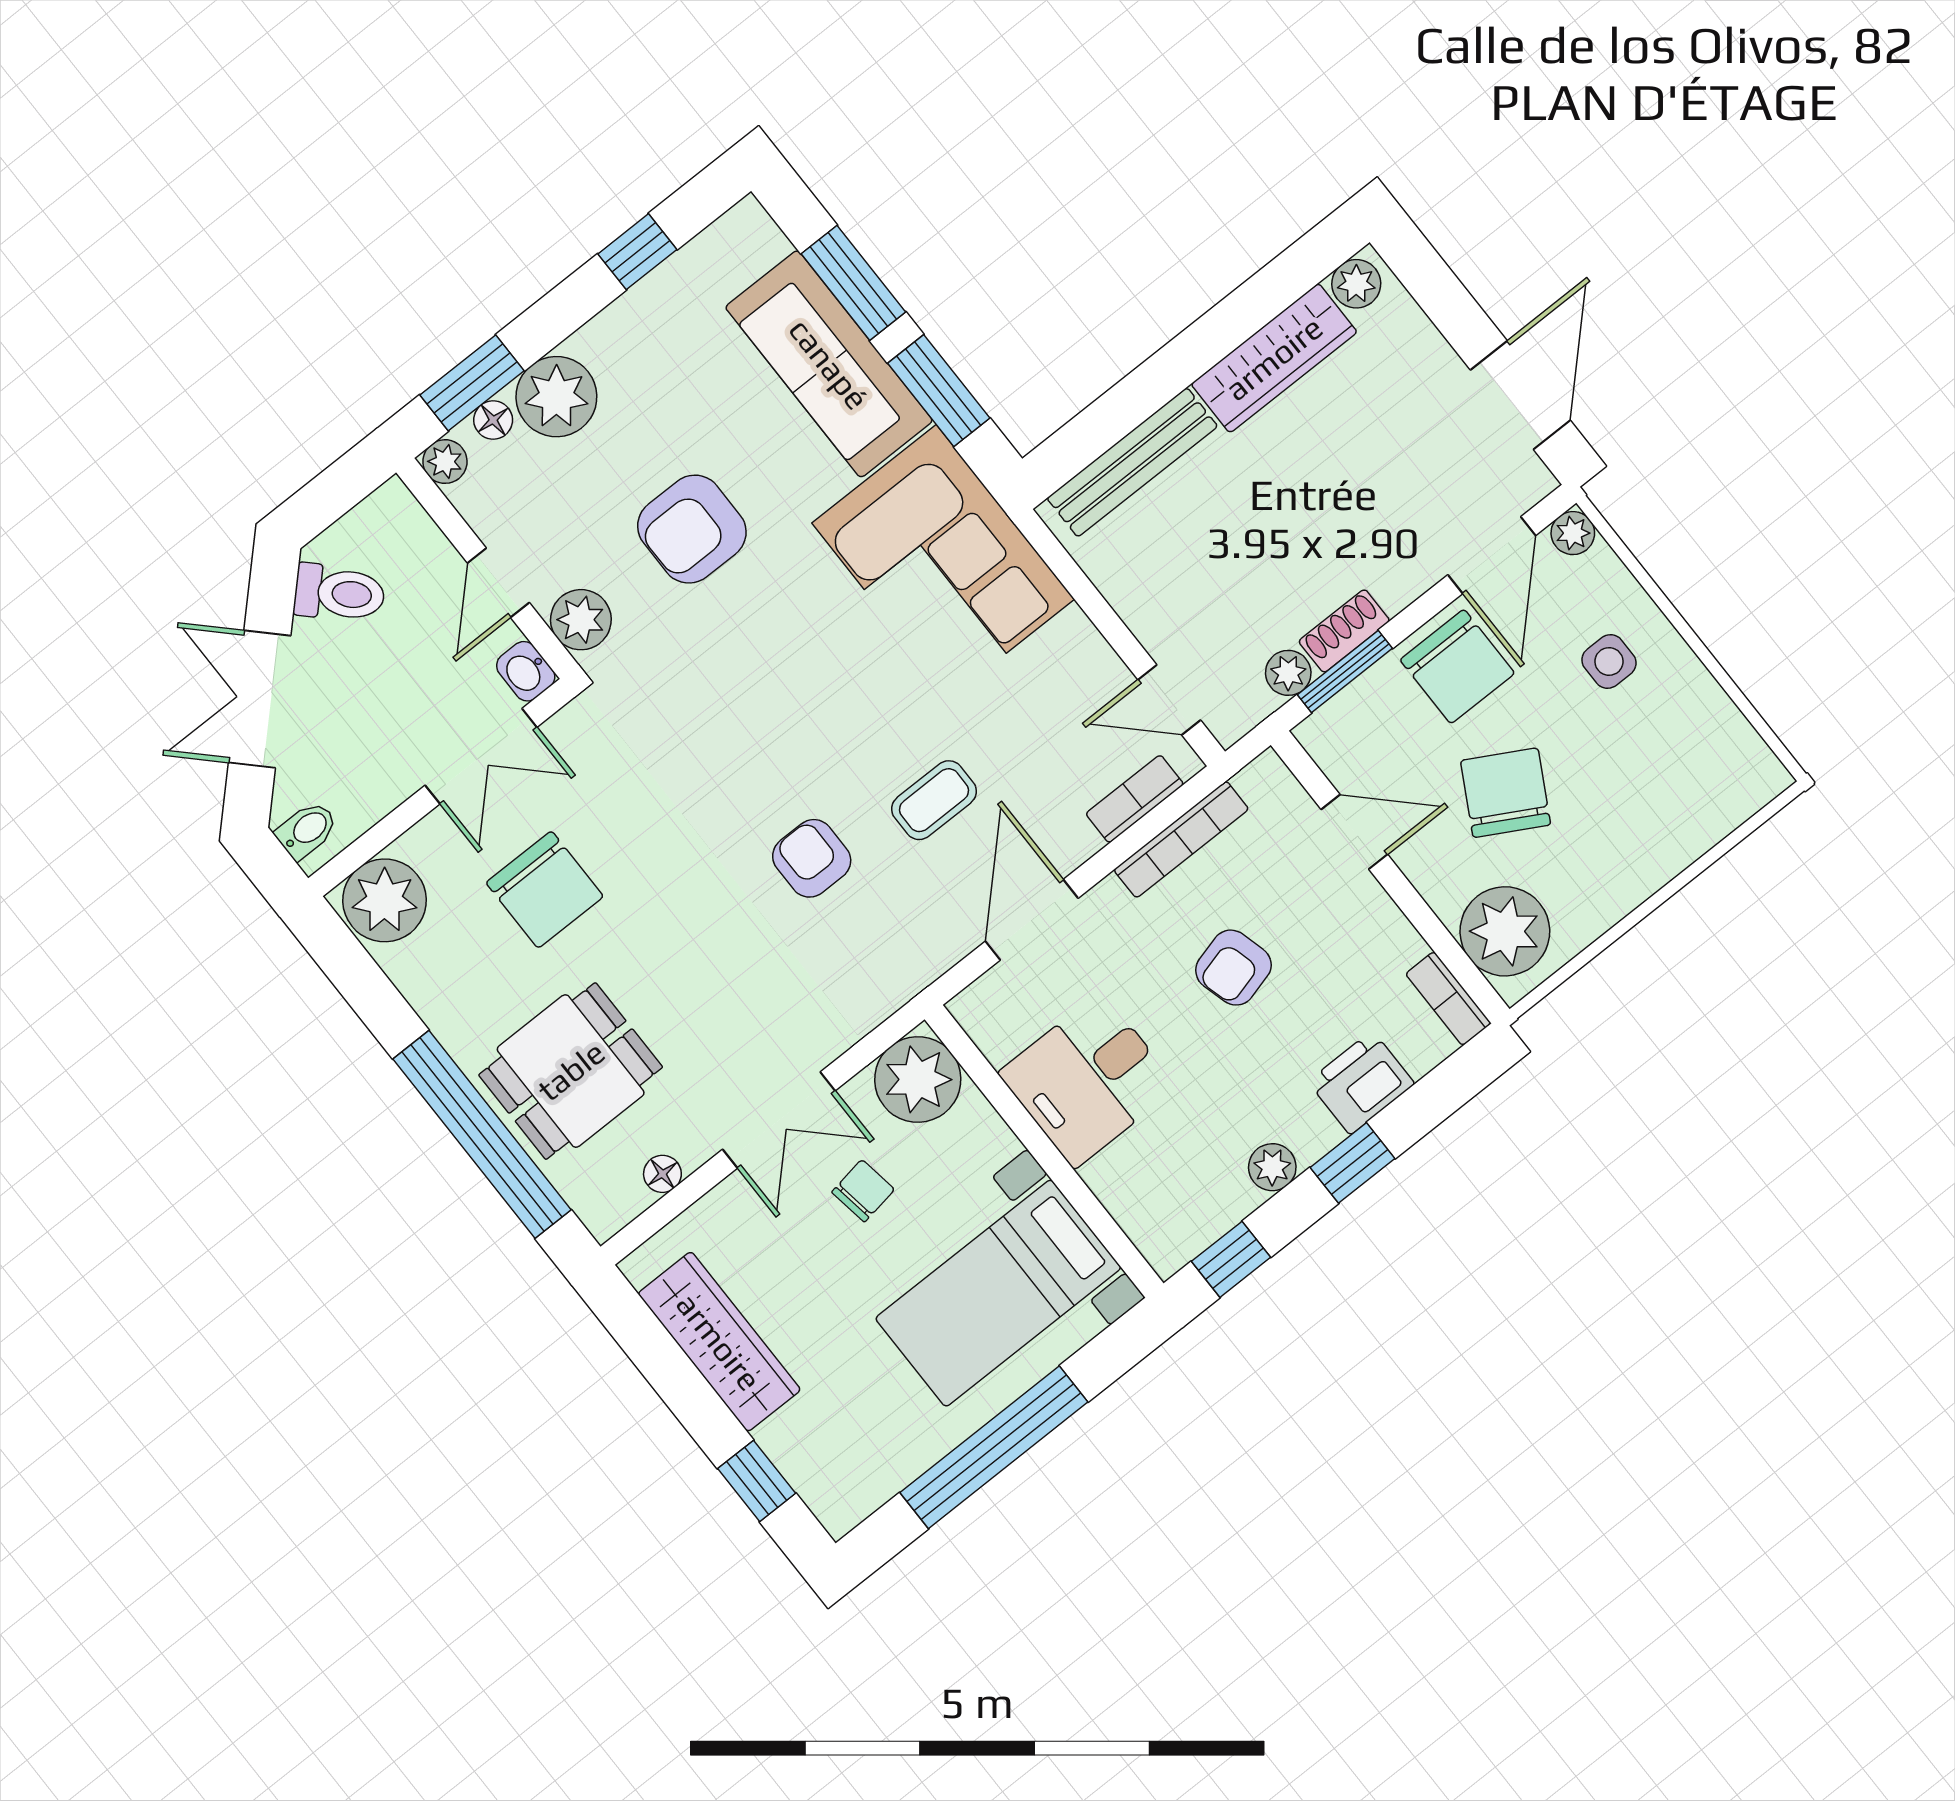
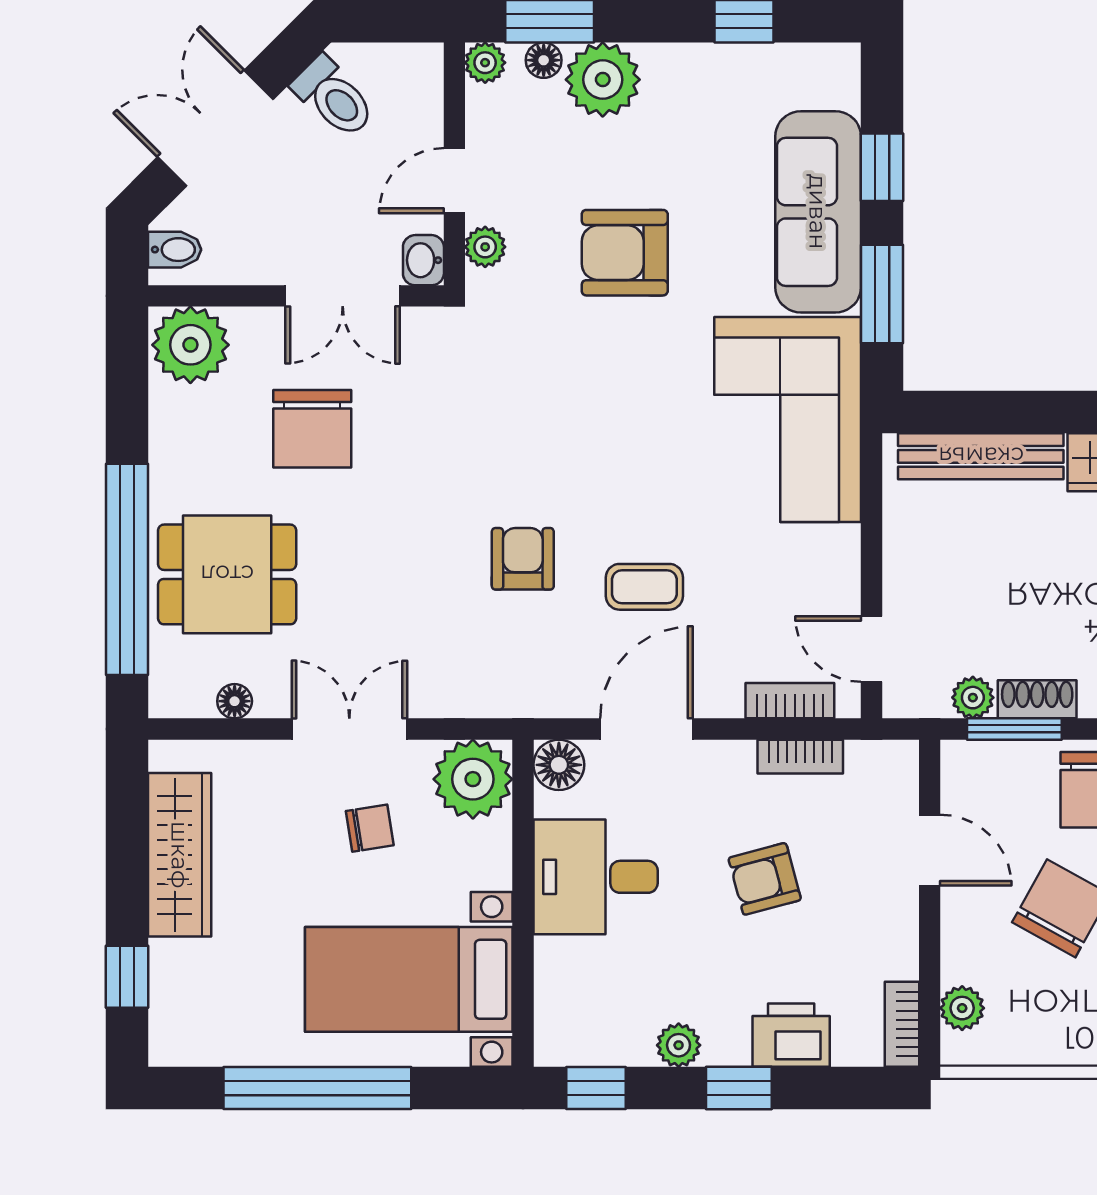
window: (853, 283) -> (882, 167), width x0.67
plant: (581, 620) -> (485, 247), width x0.73, depth x0.73
bookcase: (1181, 839) -> (800, 757), width x0.64
plant: (1505, 931) -> (962, 1008), width x0.53, depth x0.53
floor lamp: (981, 1009) -> (559, 765), added
double door: (779, 1120) -> (349, 729), swing flipped

